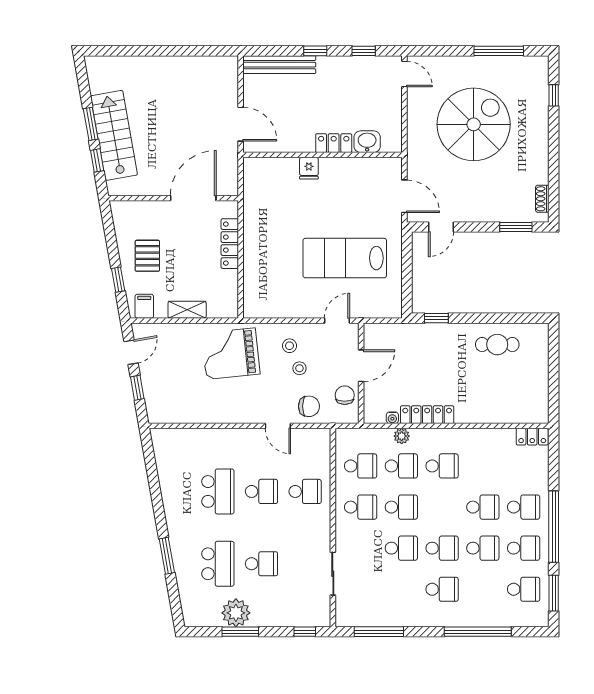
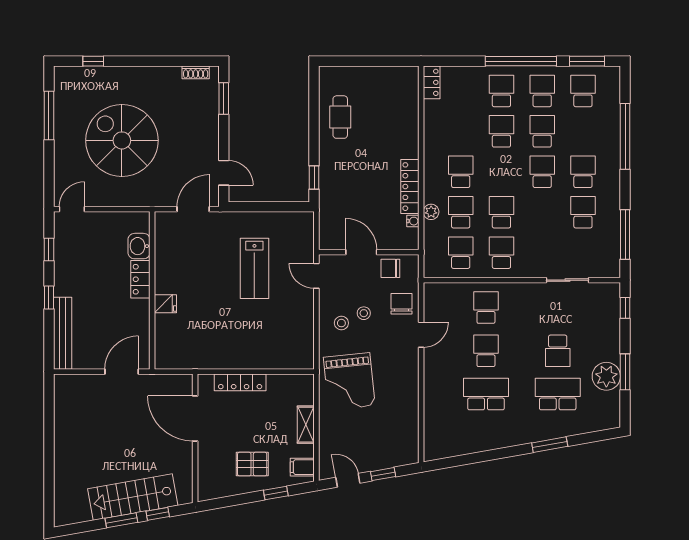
lab bench: (345, 258) -> (254, 268), width x0.73, depth x0.72
school desk: (401, 548) -> (583, 212), moved
school desk: (261, 564) -> (558, 351), turned 180

